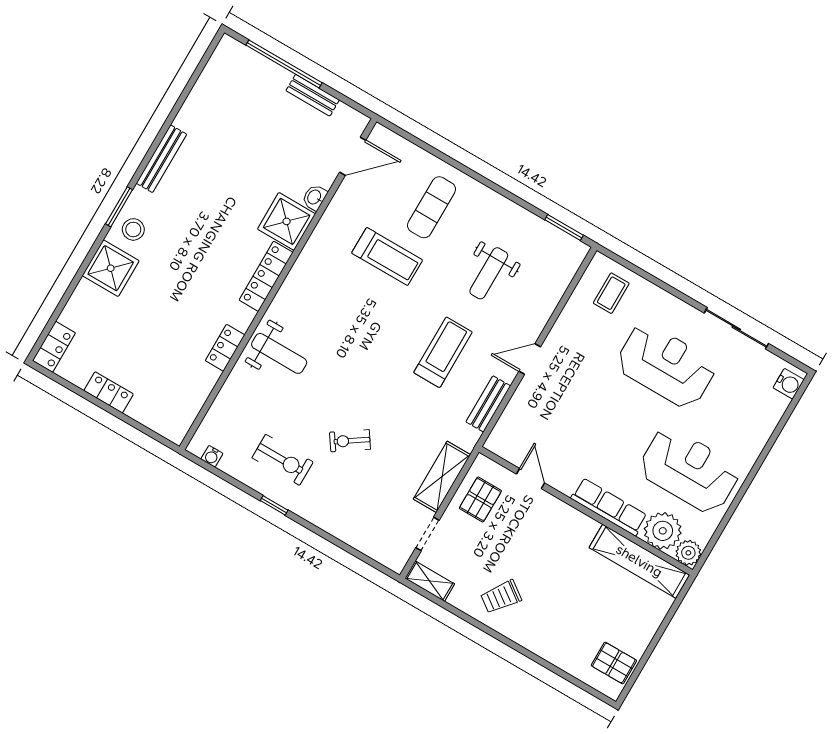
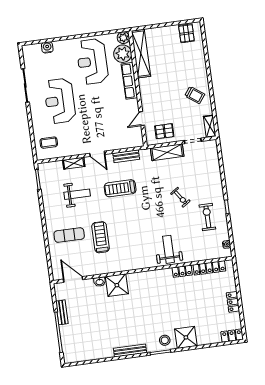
locker: (266, 276) -> (209, 268), moved
shelving: (545, 308) -> (74, 163), added
water cooler: (789, 384) -> (47, 47), moved

